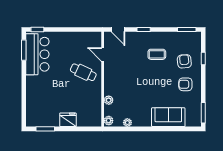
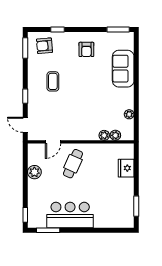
door: (118, 30) -> (25, 125), swing flipped
plant: (76, 38) -> (34, 172), added
bar counter: (37, 54) -> (70, 215), moved
armchair: (184, 61) -> (44, 46), moved
fridge: (68, 120) -> (126, 168), moved
plant: (109, 121) -> (115, 135), moved

